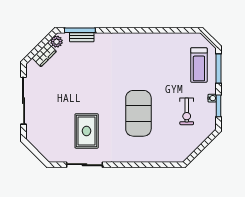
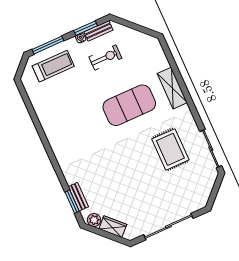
window: (80, 30) -> (72, 202), width x0.69
bench: (211, 116) -> (98, 31), added
rug: (87, 131) -> (170, 149), turned 90
shelving: (137, 155) -> (172, 88), added
sliding door: (84, 165) -> (211, 149), moved

